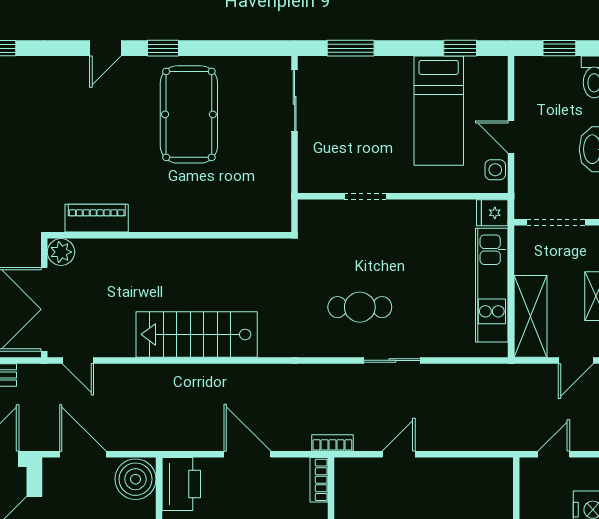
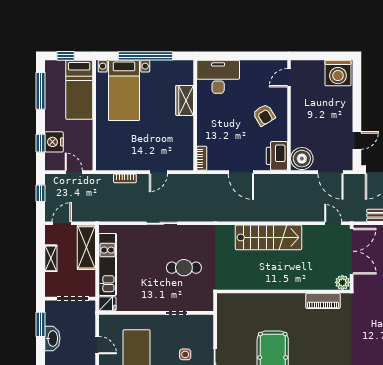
side table: (495, 170) -> (185, 354), moved
cafe table: (360, 307) -> (184, 268), moved
bookcase: (332, 443) -> (125, 178), moved
door: (554, 454) -> (74, 172), swing flipped

